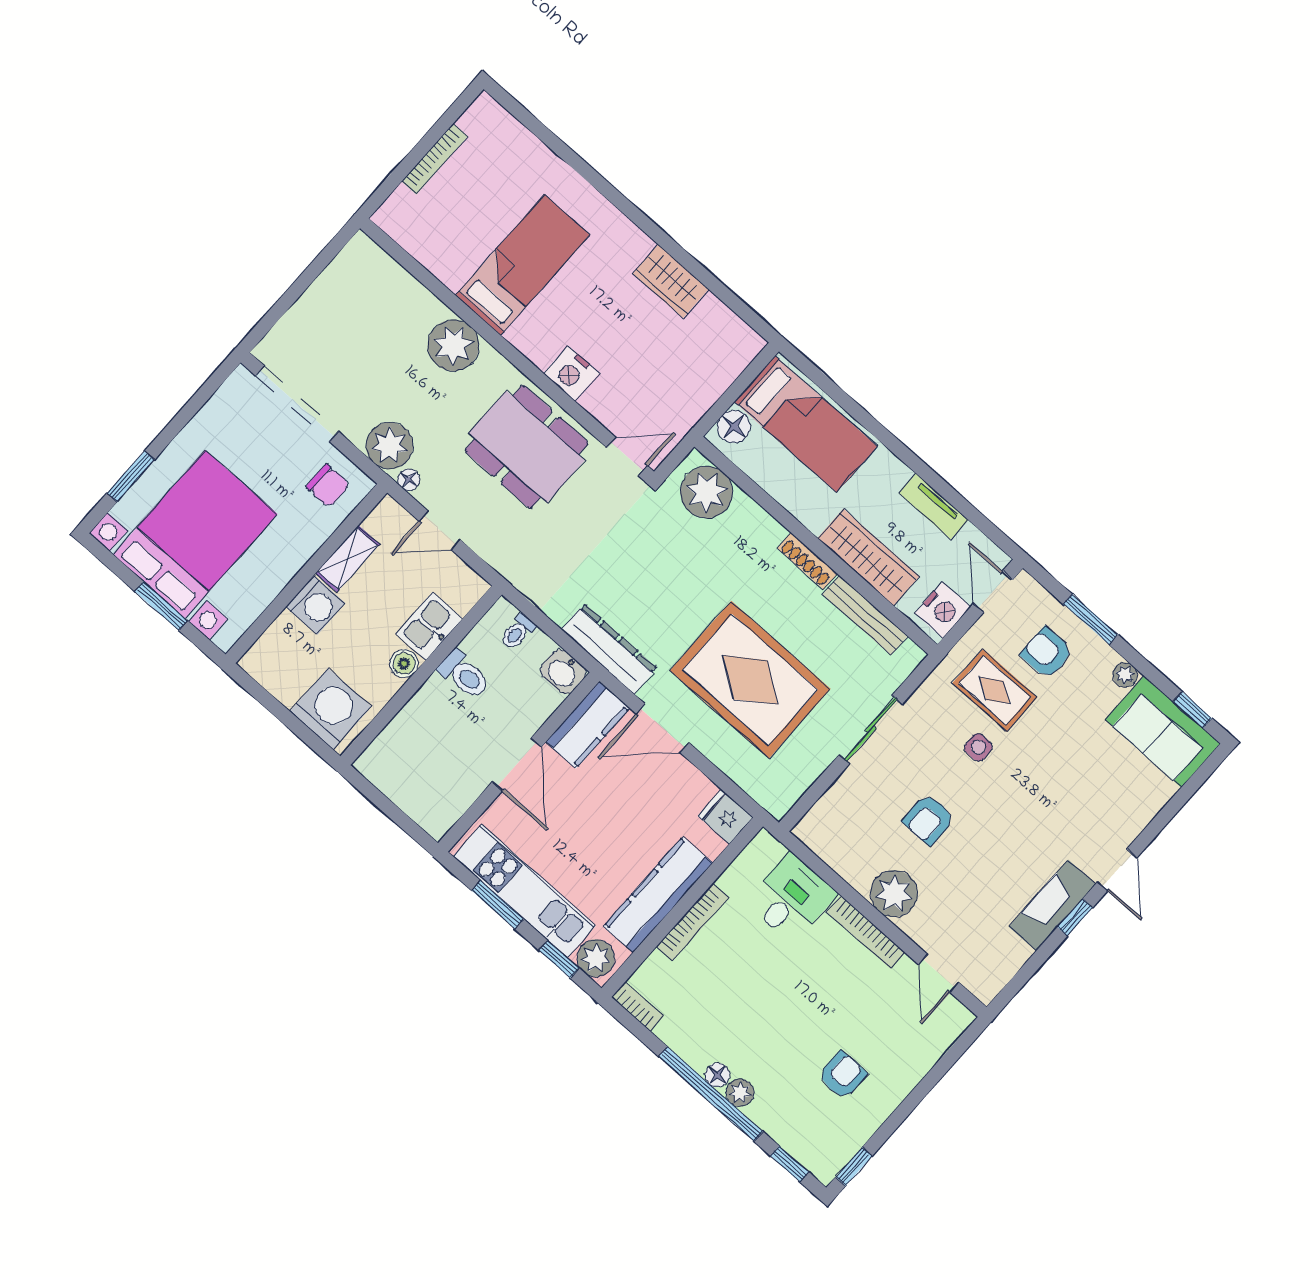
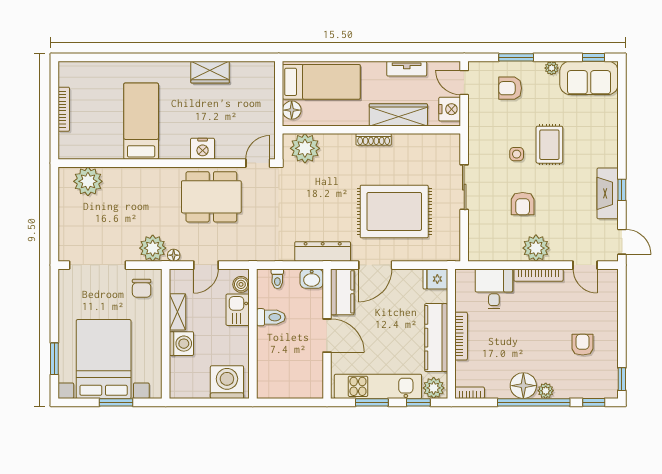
plant: (453, 345) -> (88, 181), moved
chair: (328, 486) -> (142, 288), turned 90
bench: (865, 615) -> (419, 141), removed
boiler: (404, 663) -> (241, 284), moved
rug: (995, 690) -> (549, 145), moved, turned 90
door: (1117, 870) -> (622, 242), moved
floor lamp: (717, 1075) -> (523, 386), width x1.89, depth x1.89

